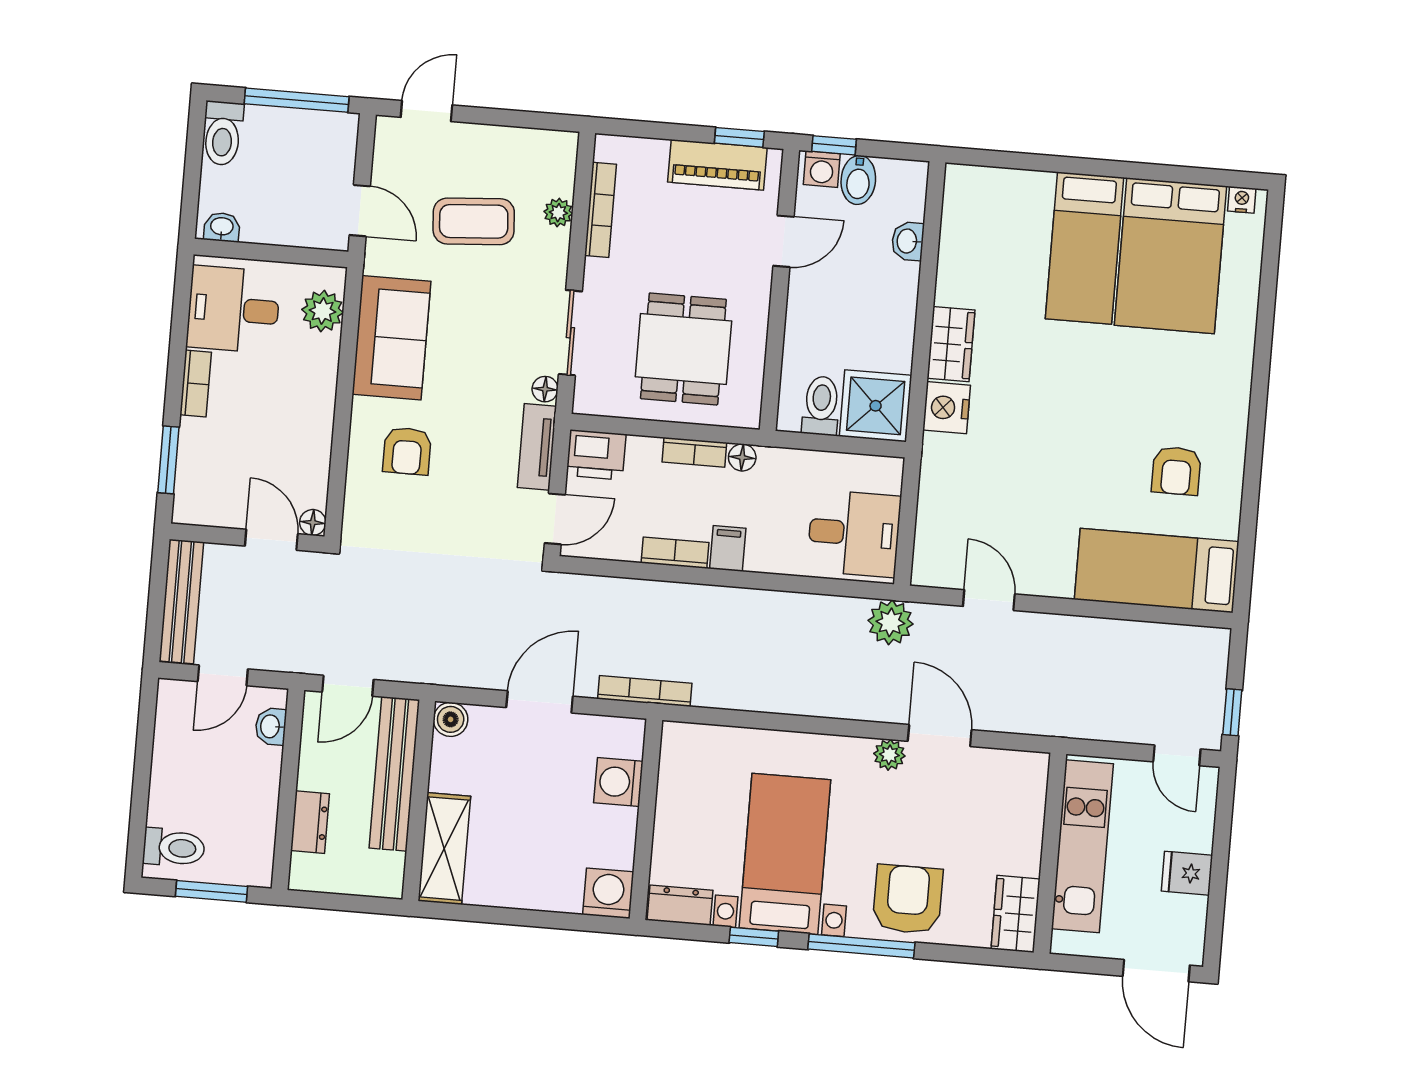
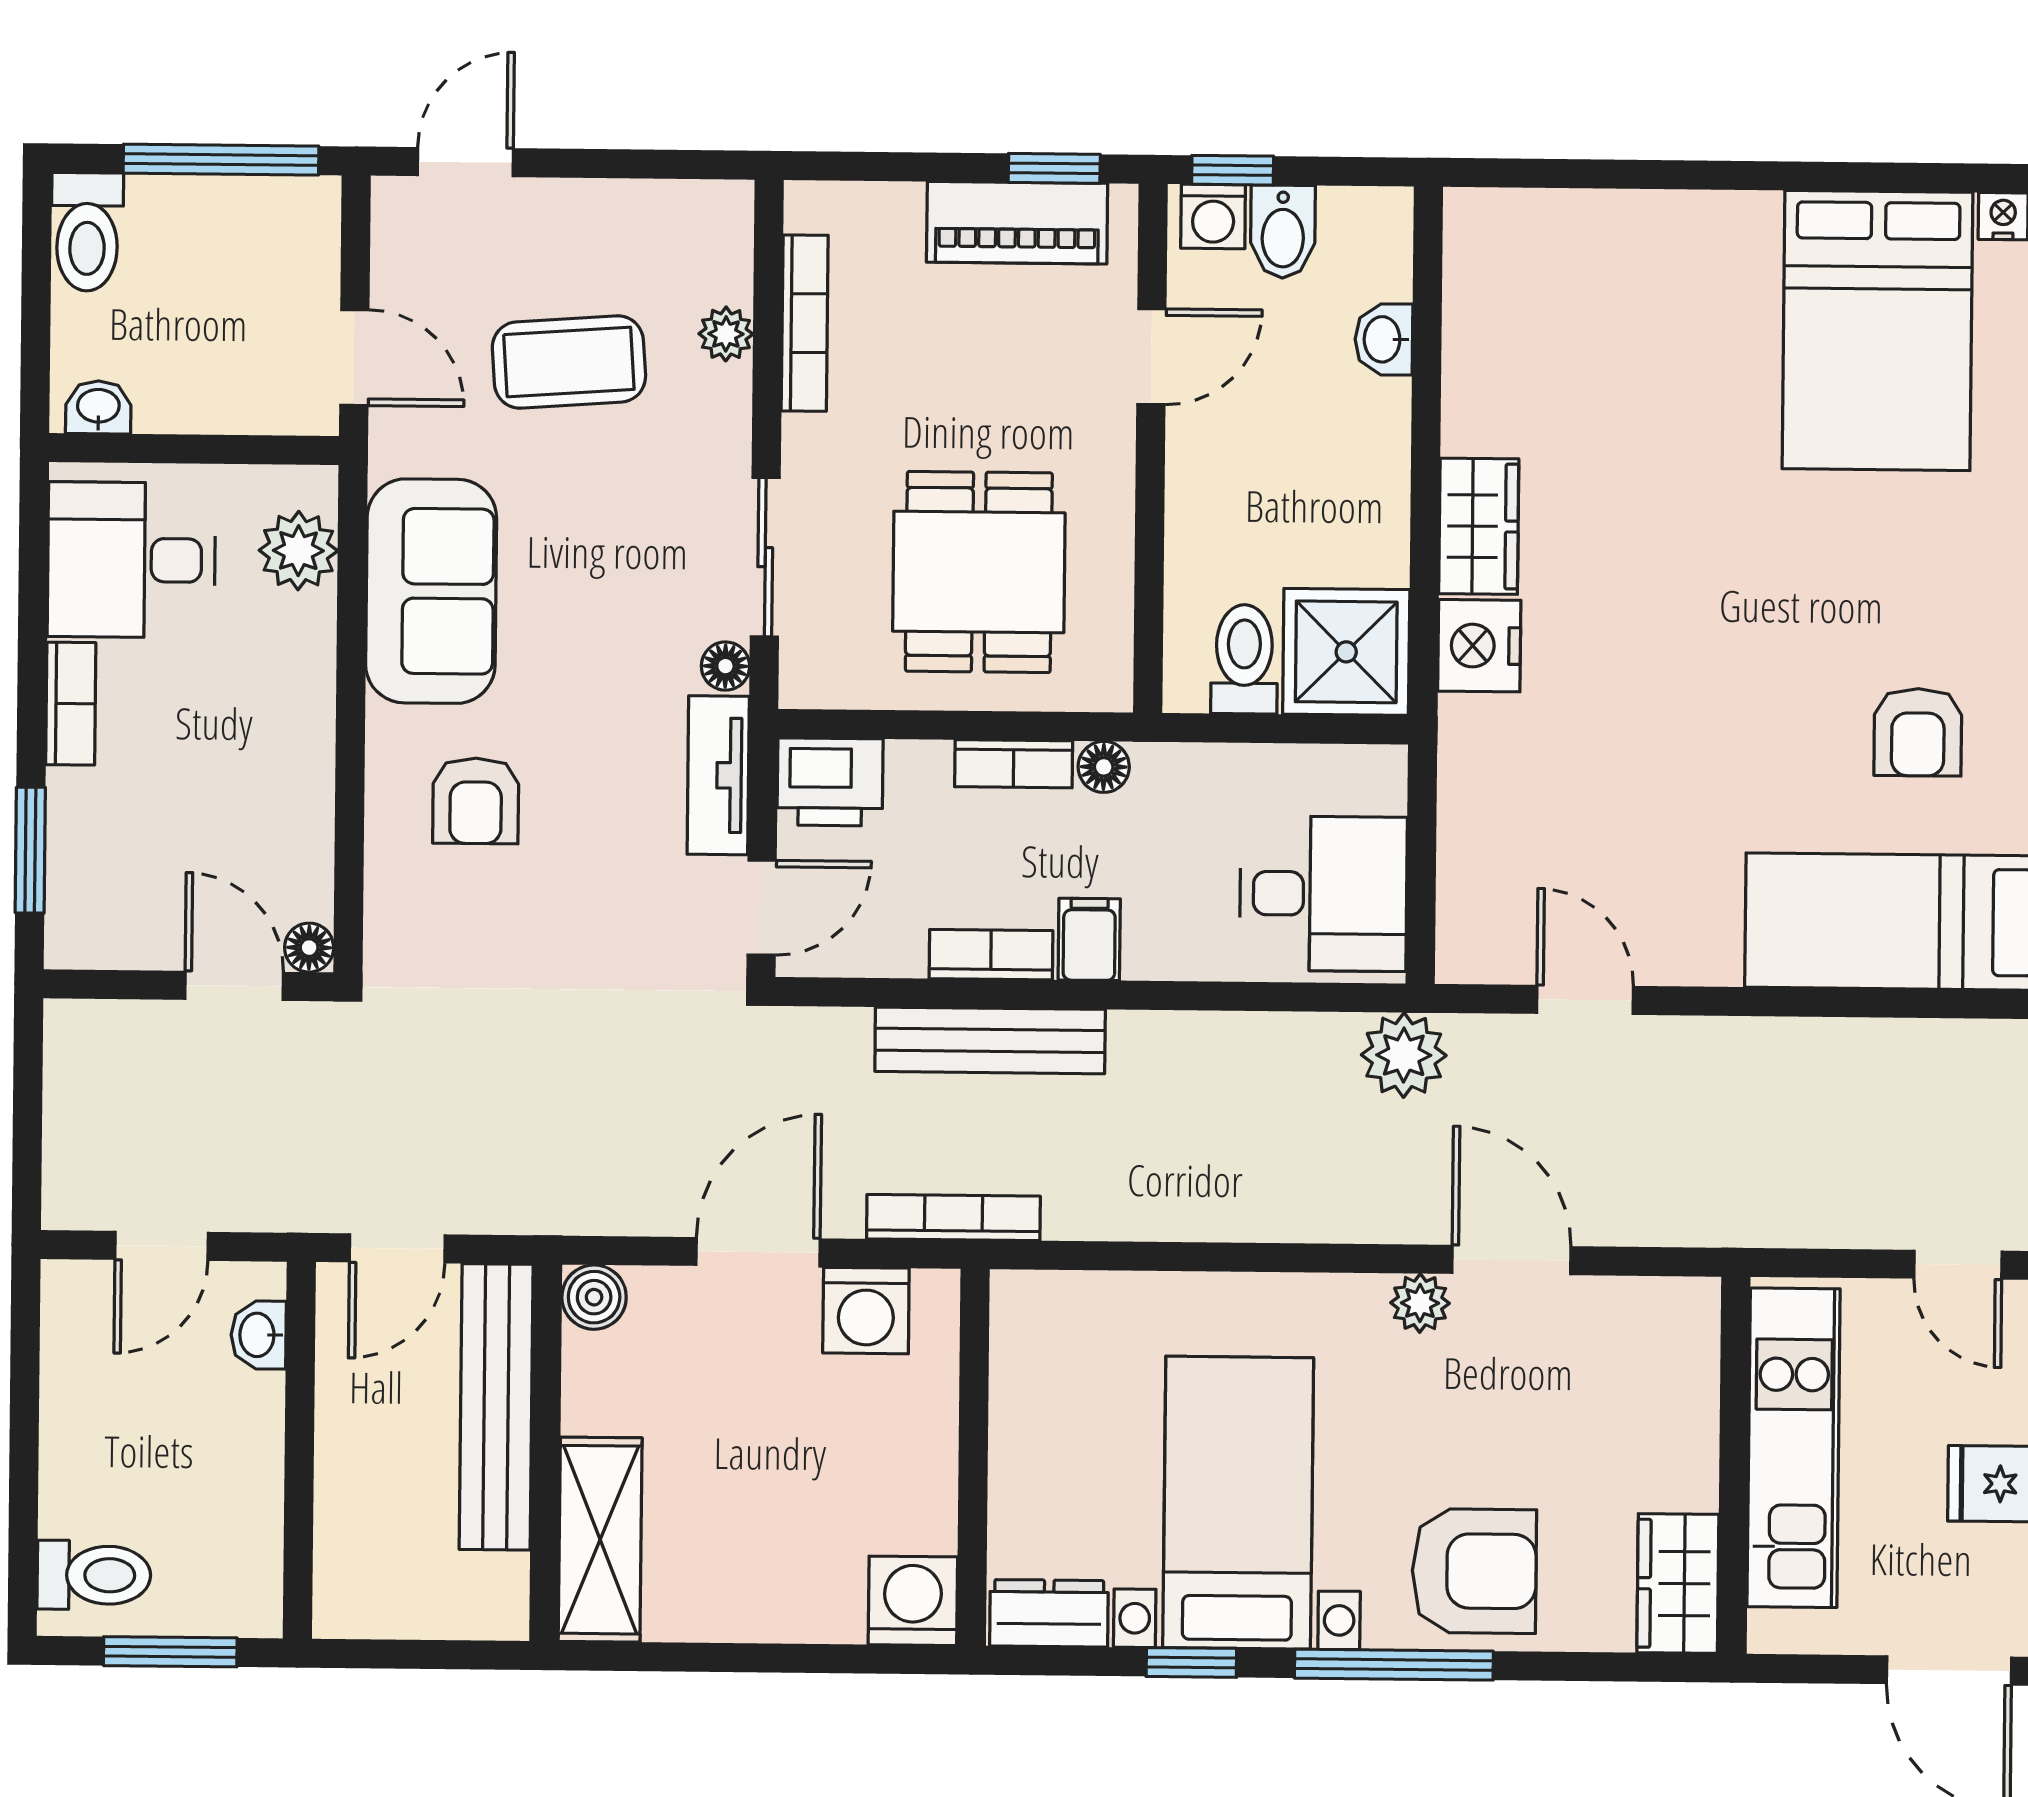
bed: (1085, 248) -> (1715, 328), removed
bench: (181, 602) -> (990, 1040), moved, turned 90
washing machine: (618, 782) -> (866, 1311), moved, turned -90
dresser: (310, 822) -> (345, 1509), removed
armchair: (908, 899) -> (1474, 1571), turned 90

